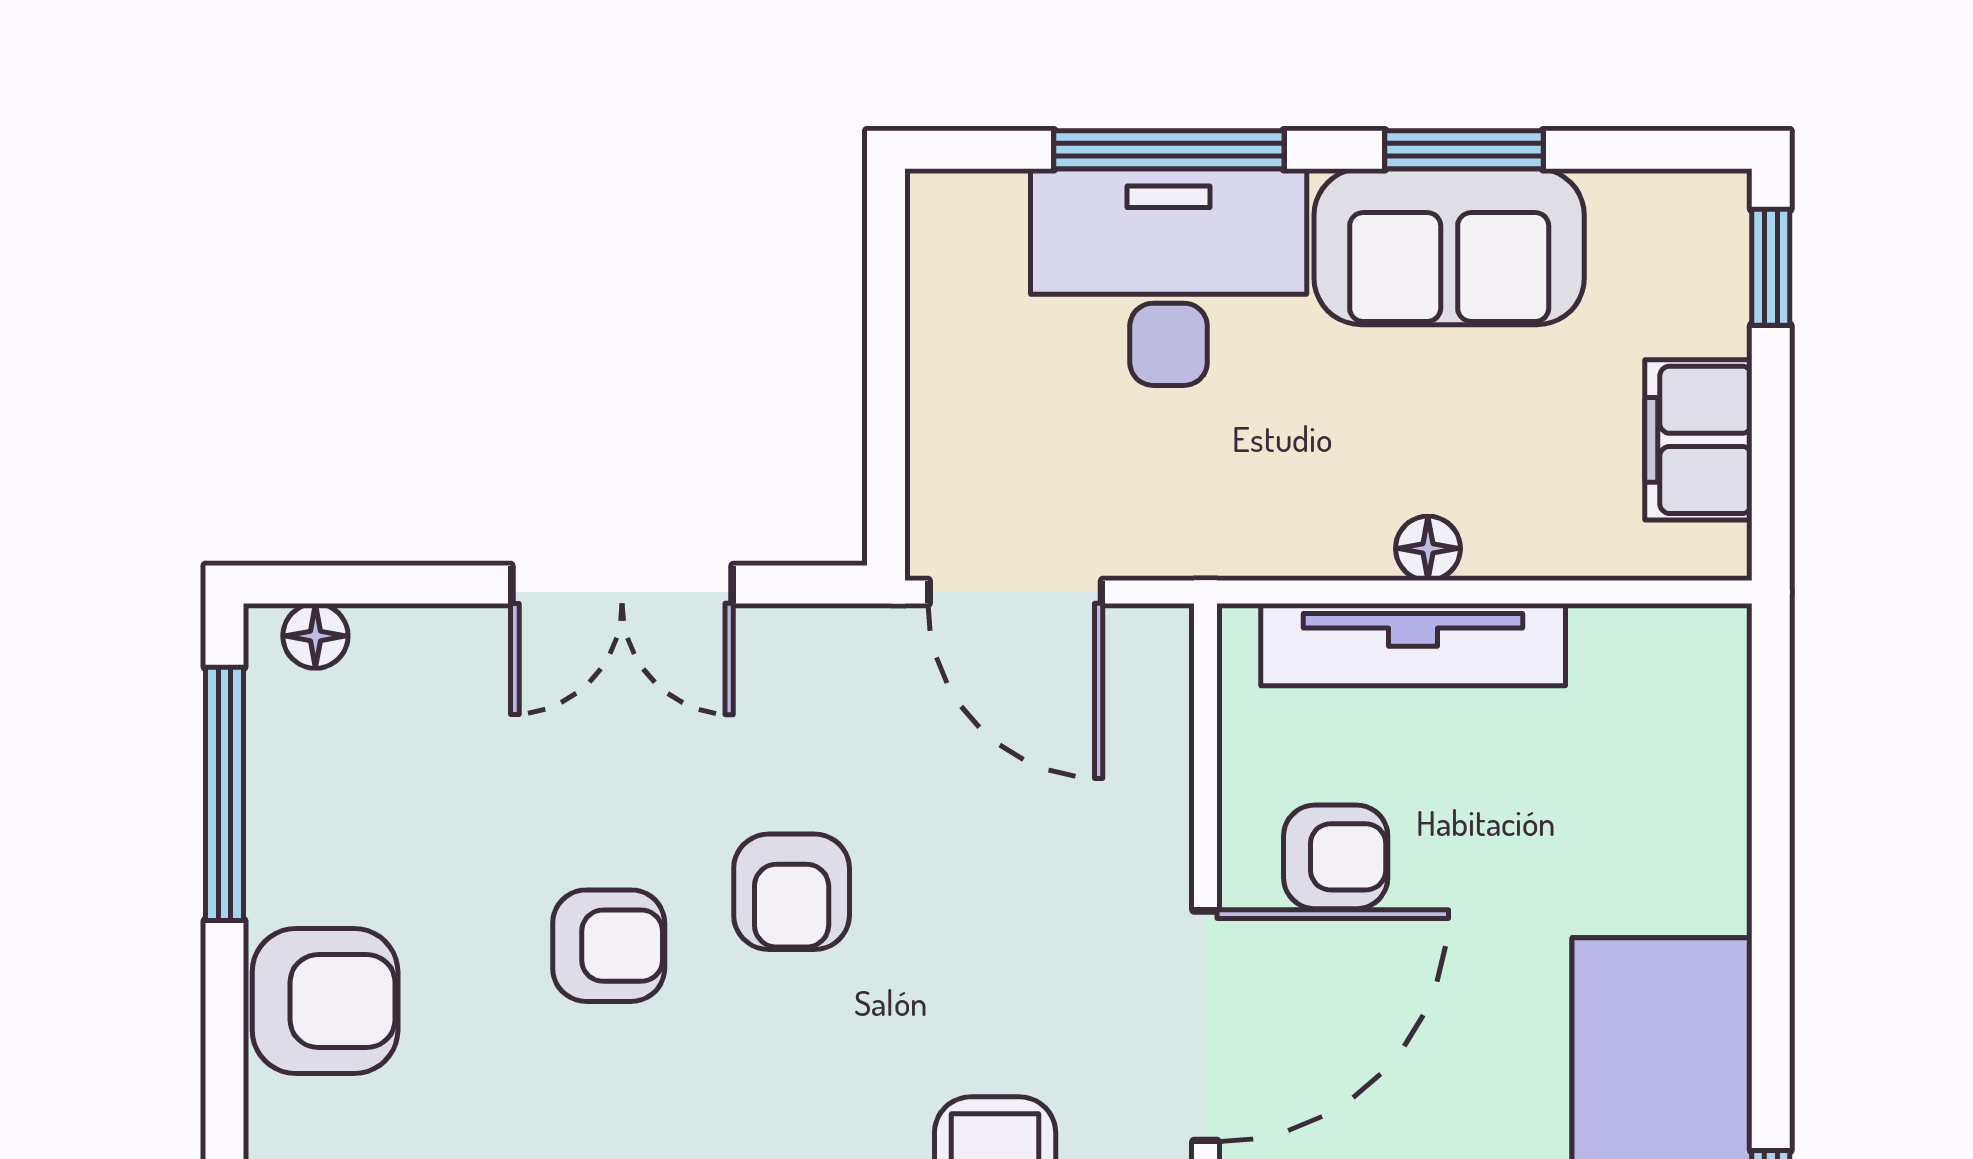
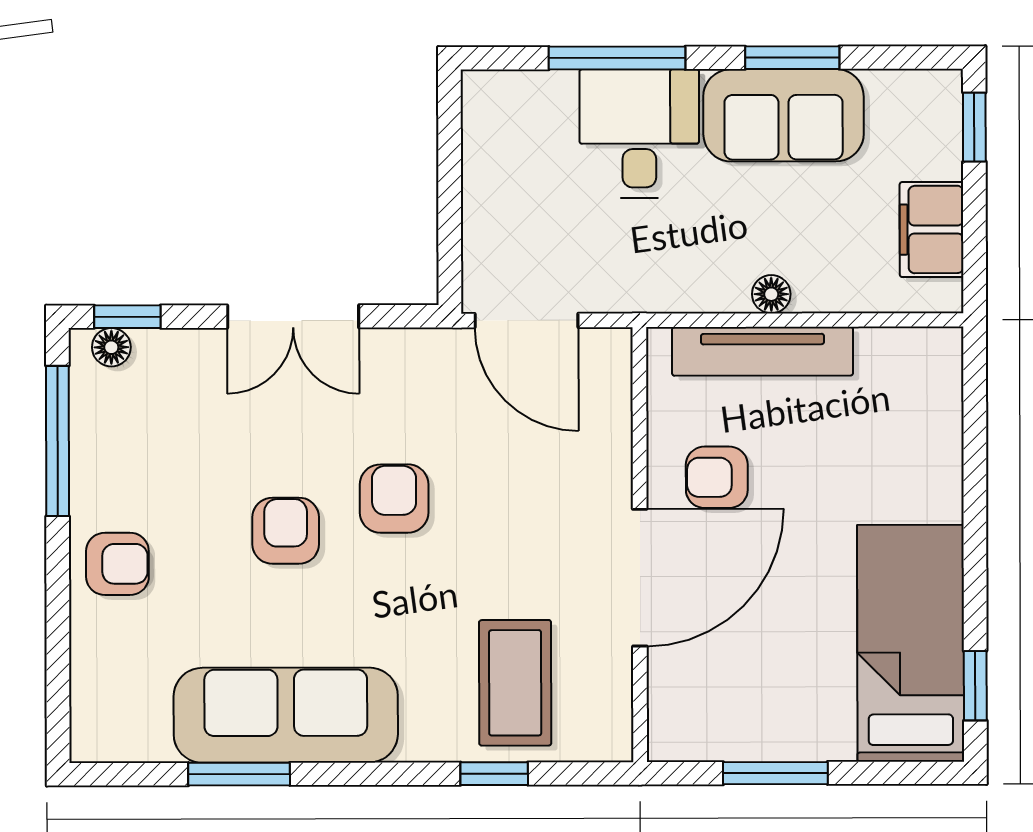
desk: (1169, 277) -> (639, 133), width x0.73
window: (343, 584) -> (127, 317), added
armchair: (1336, 857) -> (717, 477), turned 180
armchair: (792, 892) -> (394, 499), turned 180
armchair: (609, 946) -> (286, 531), turned -90
armchair: (325, 1001) -> (117, 564), width x0.72, depth x0.72

